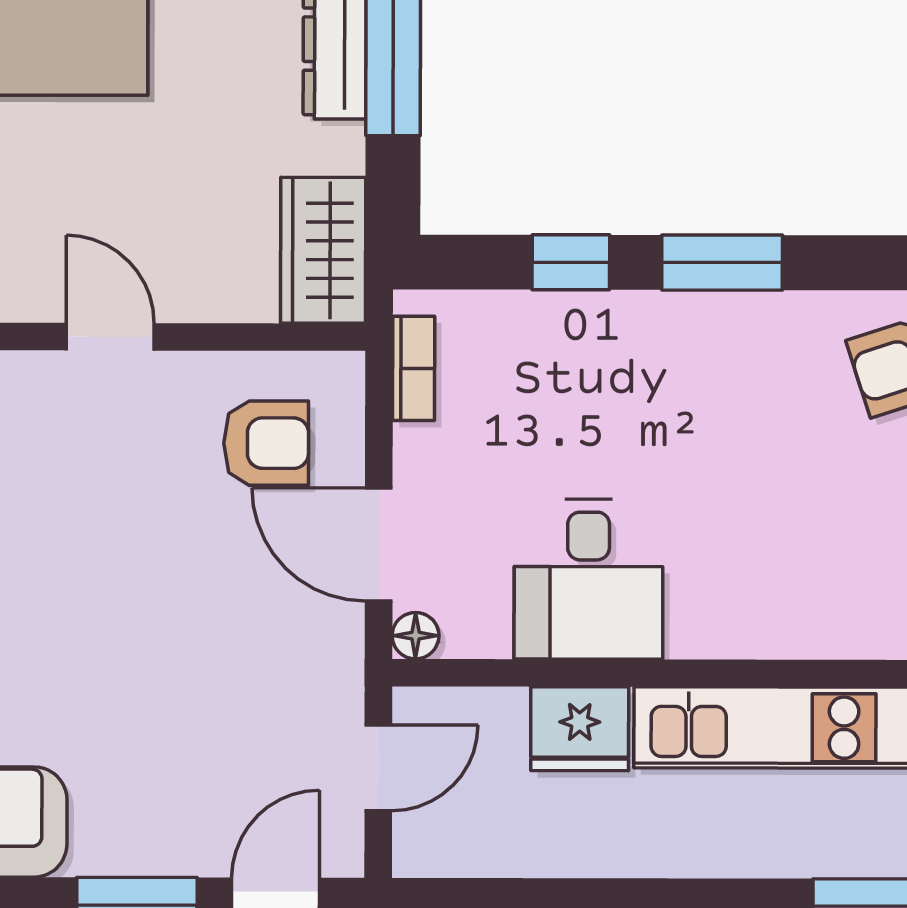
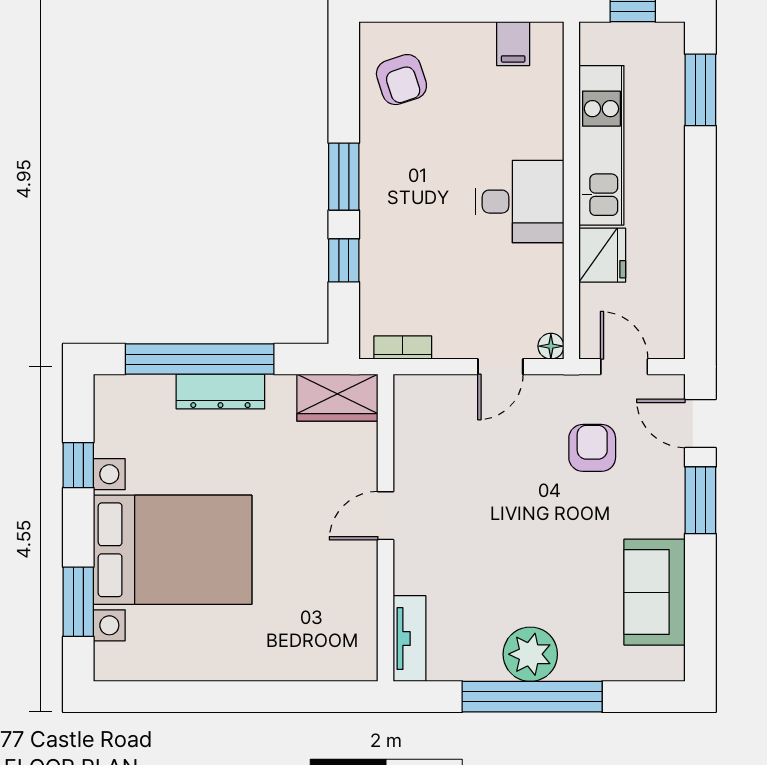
armchair: (266, 443) -> (592, 448), moved
door: (379, 545) -> (500, 367), width x0.73
desk: (589, 579) -> (519, 202), moved

